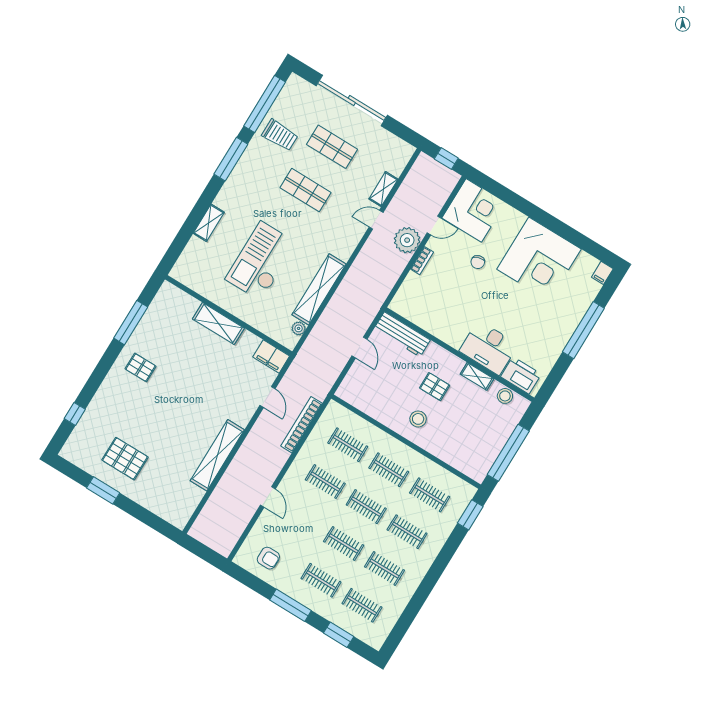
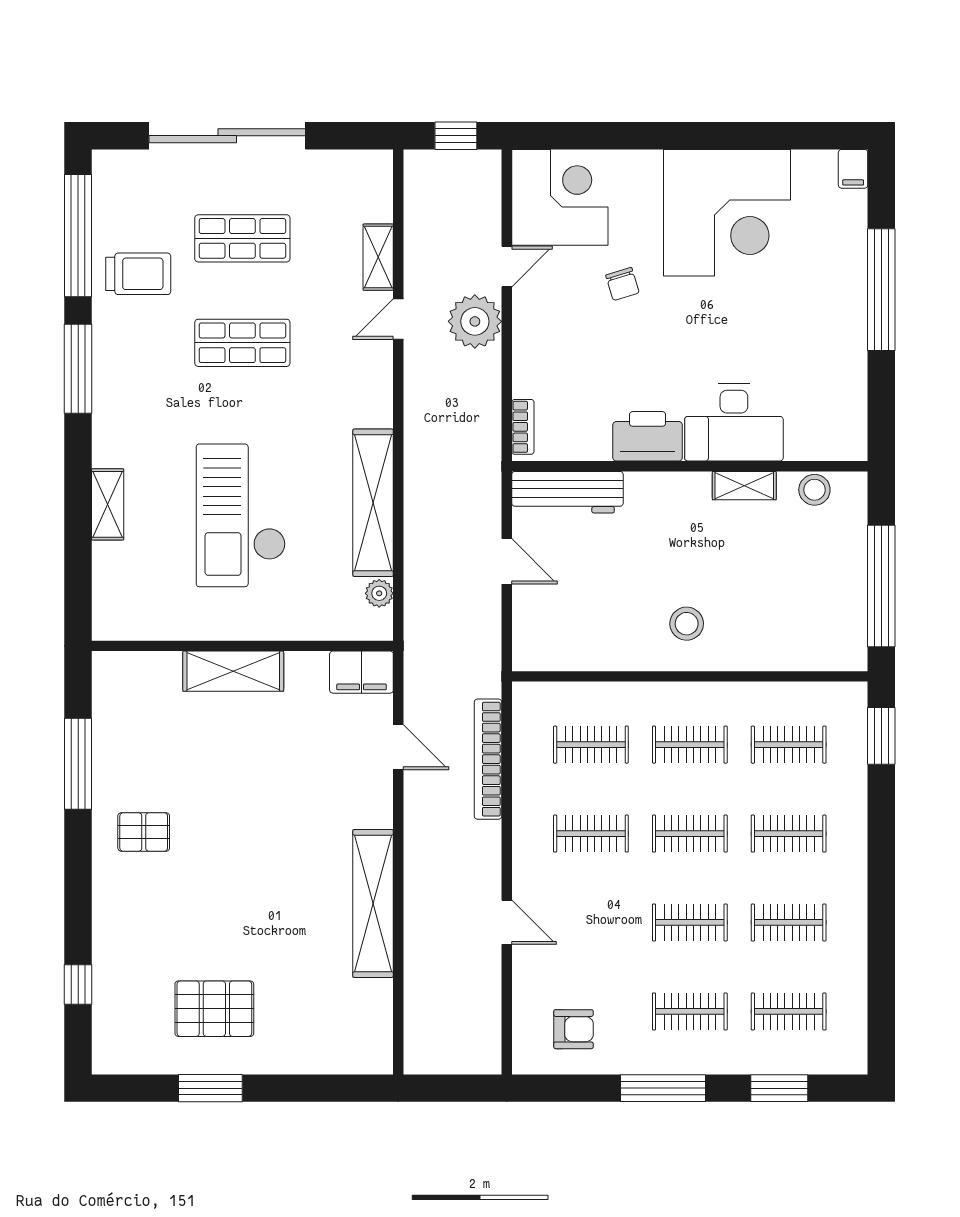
bookcase: (422, 261) -> (523, 427), moved
printer: (521, 375) -> (648, 436), moved
pallet: (435, 387) -> (681, 549), removed

